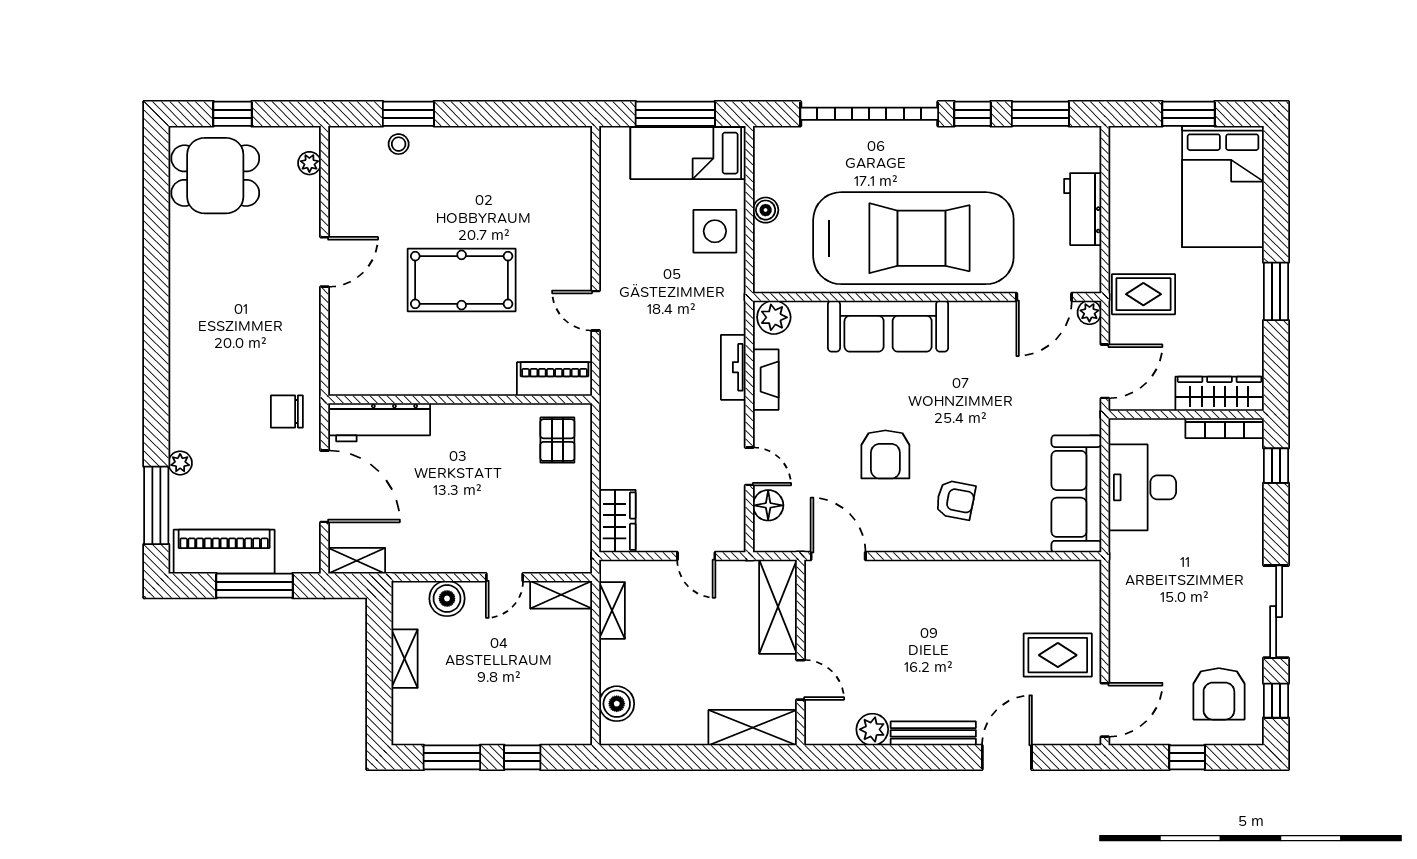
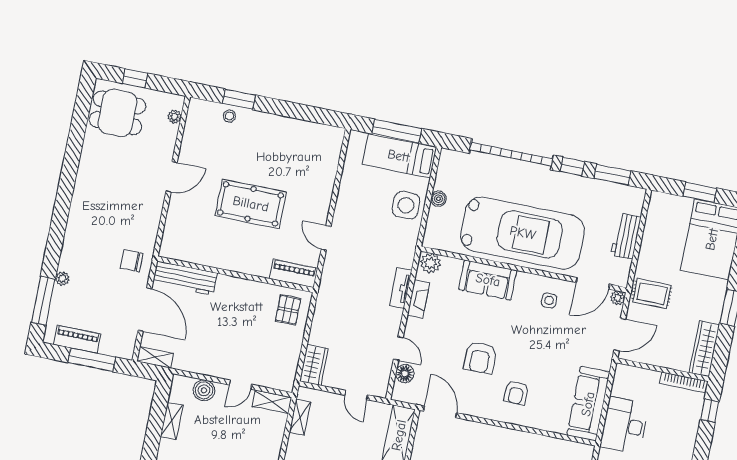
sofa: (888, 326) -> (488, 280), width x0.73
side table: (979, 339) -> (549, 300), added
wardrobe: (1219, 394) -> (704, 349), moved, turned -90
desk: (1142, 487) -> (624, 425), moved
armchair: (956, 500) -> (516, 393), turned 79
piano: (224, 552) -> (77, 339), width x0.73, depth x0.75

